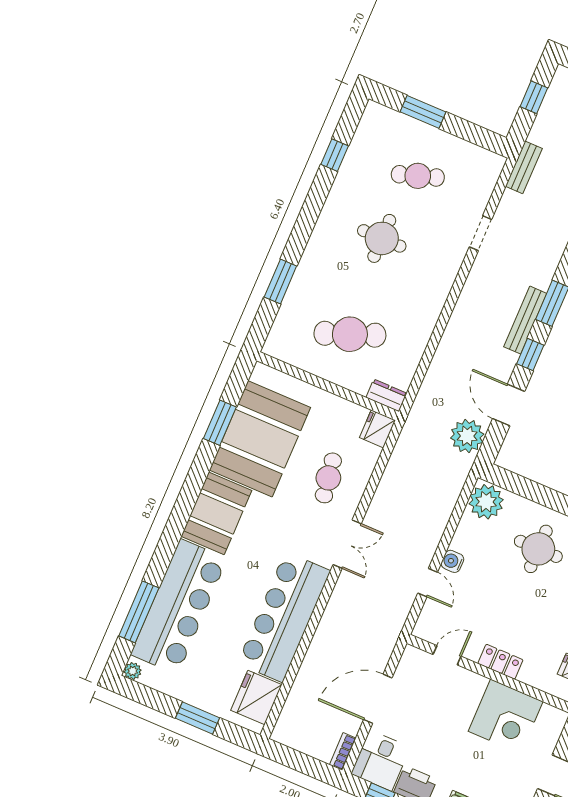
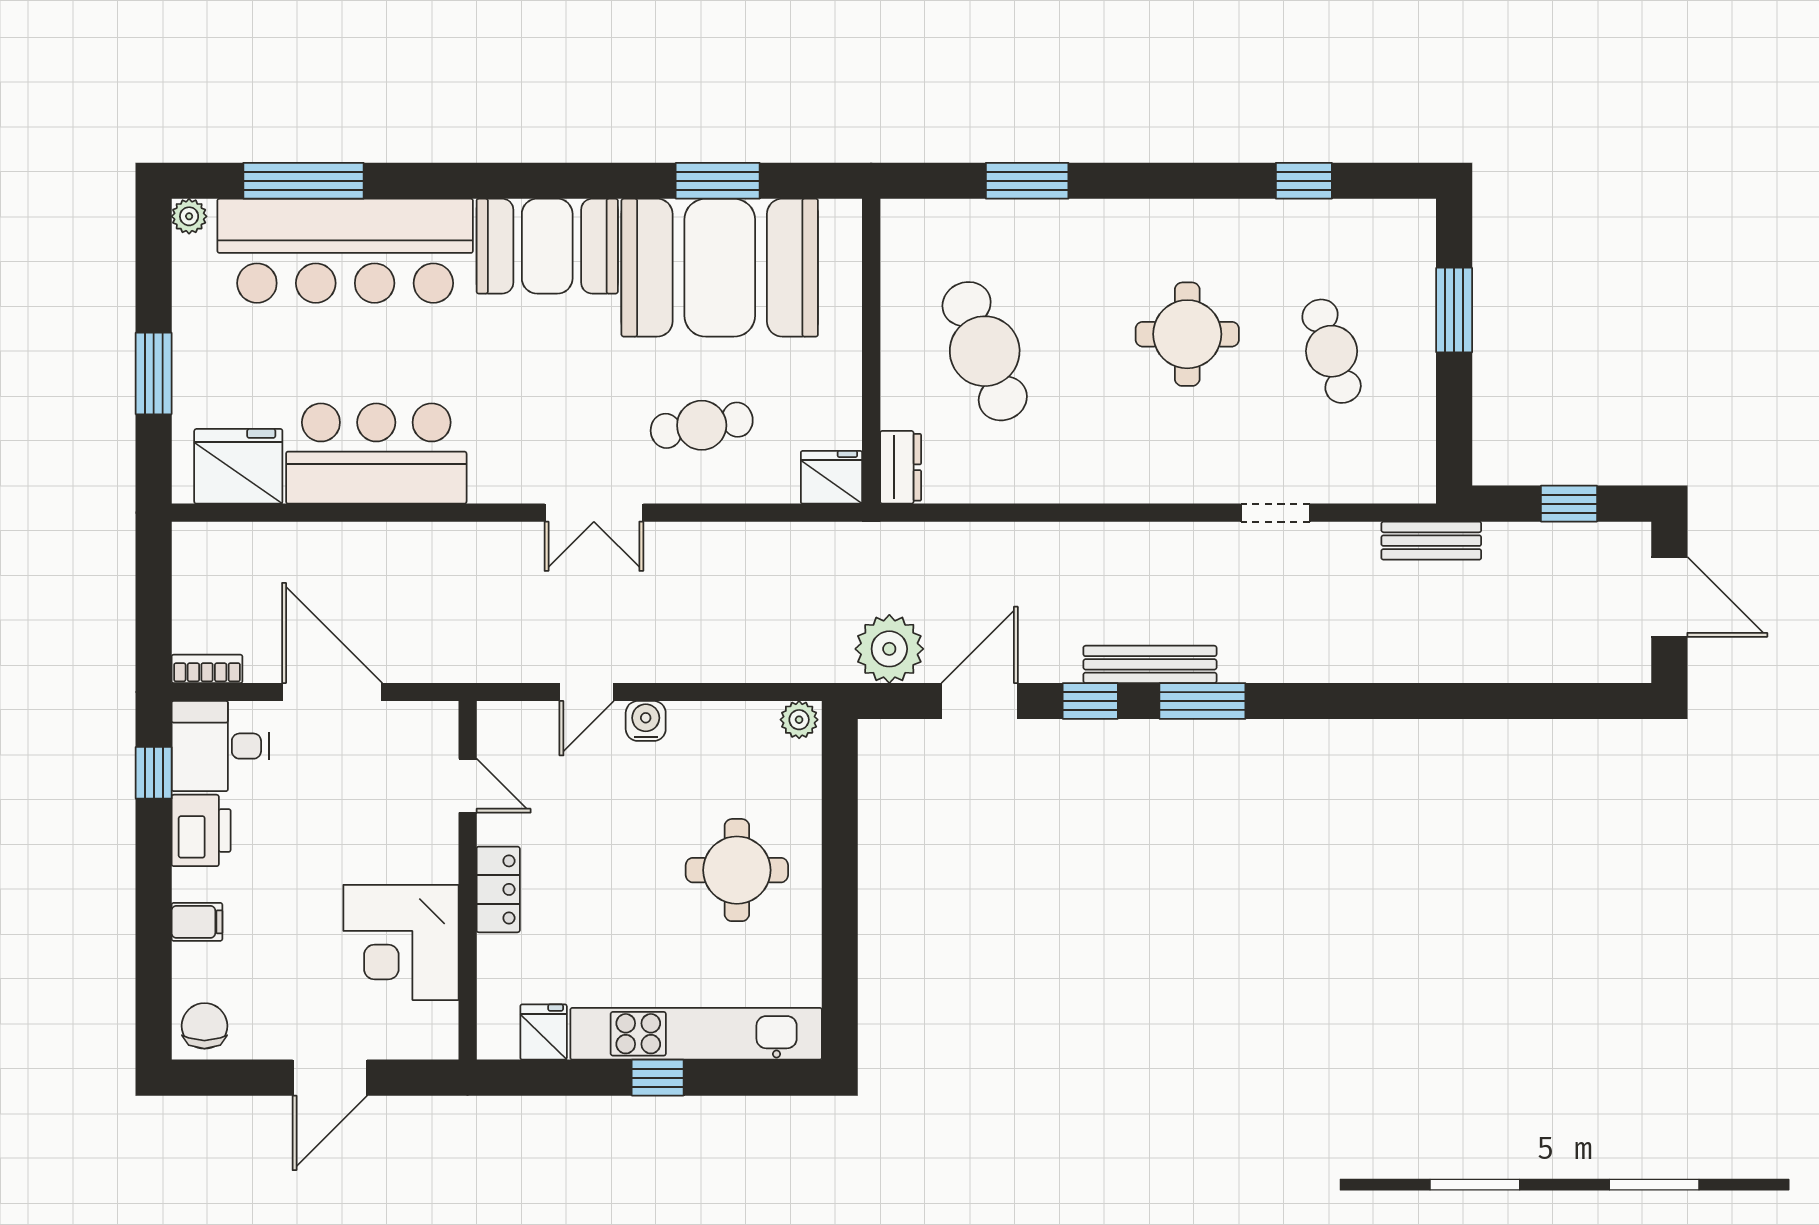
plant: (486, 502) -> (799, 720), width x0.53, depth x0.53
bar counter: (284, 617) -> (376, 454), width x0.73

